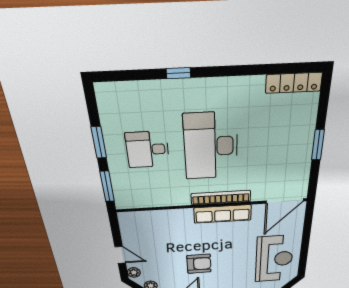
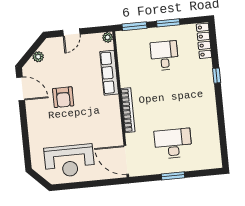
locker: (294, 83) -> (204, 41), moved
desk: (211, 146) -> (173, 143), moved, width x0.73, depth x0.77
row of seats: (223, 214) -> (109, 73), moved
plant: (134, 272) -> (108, 37), moved

